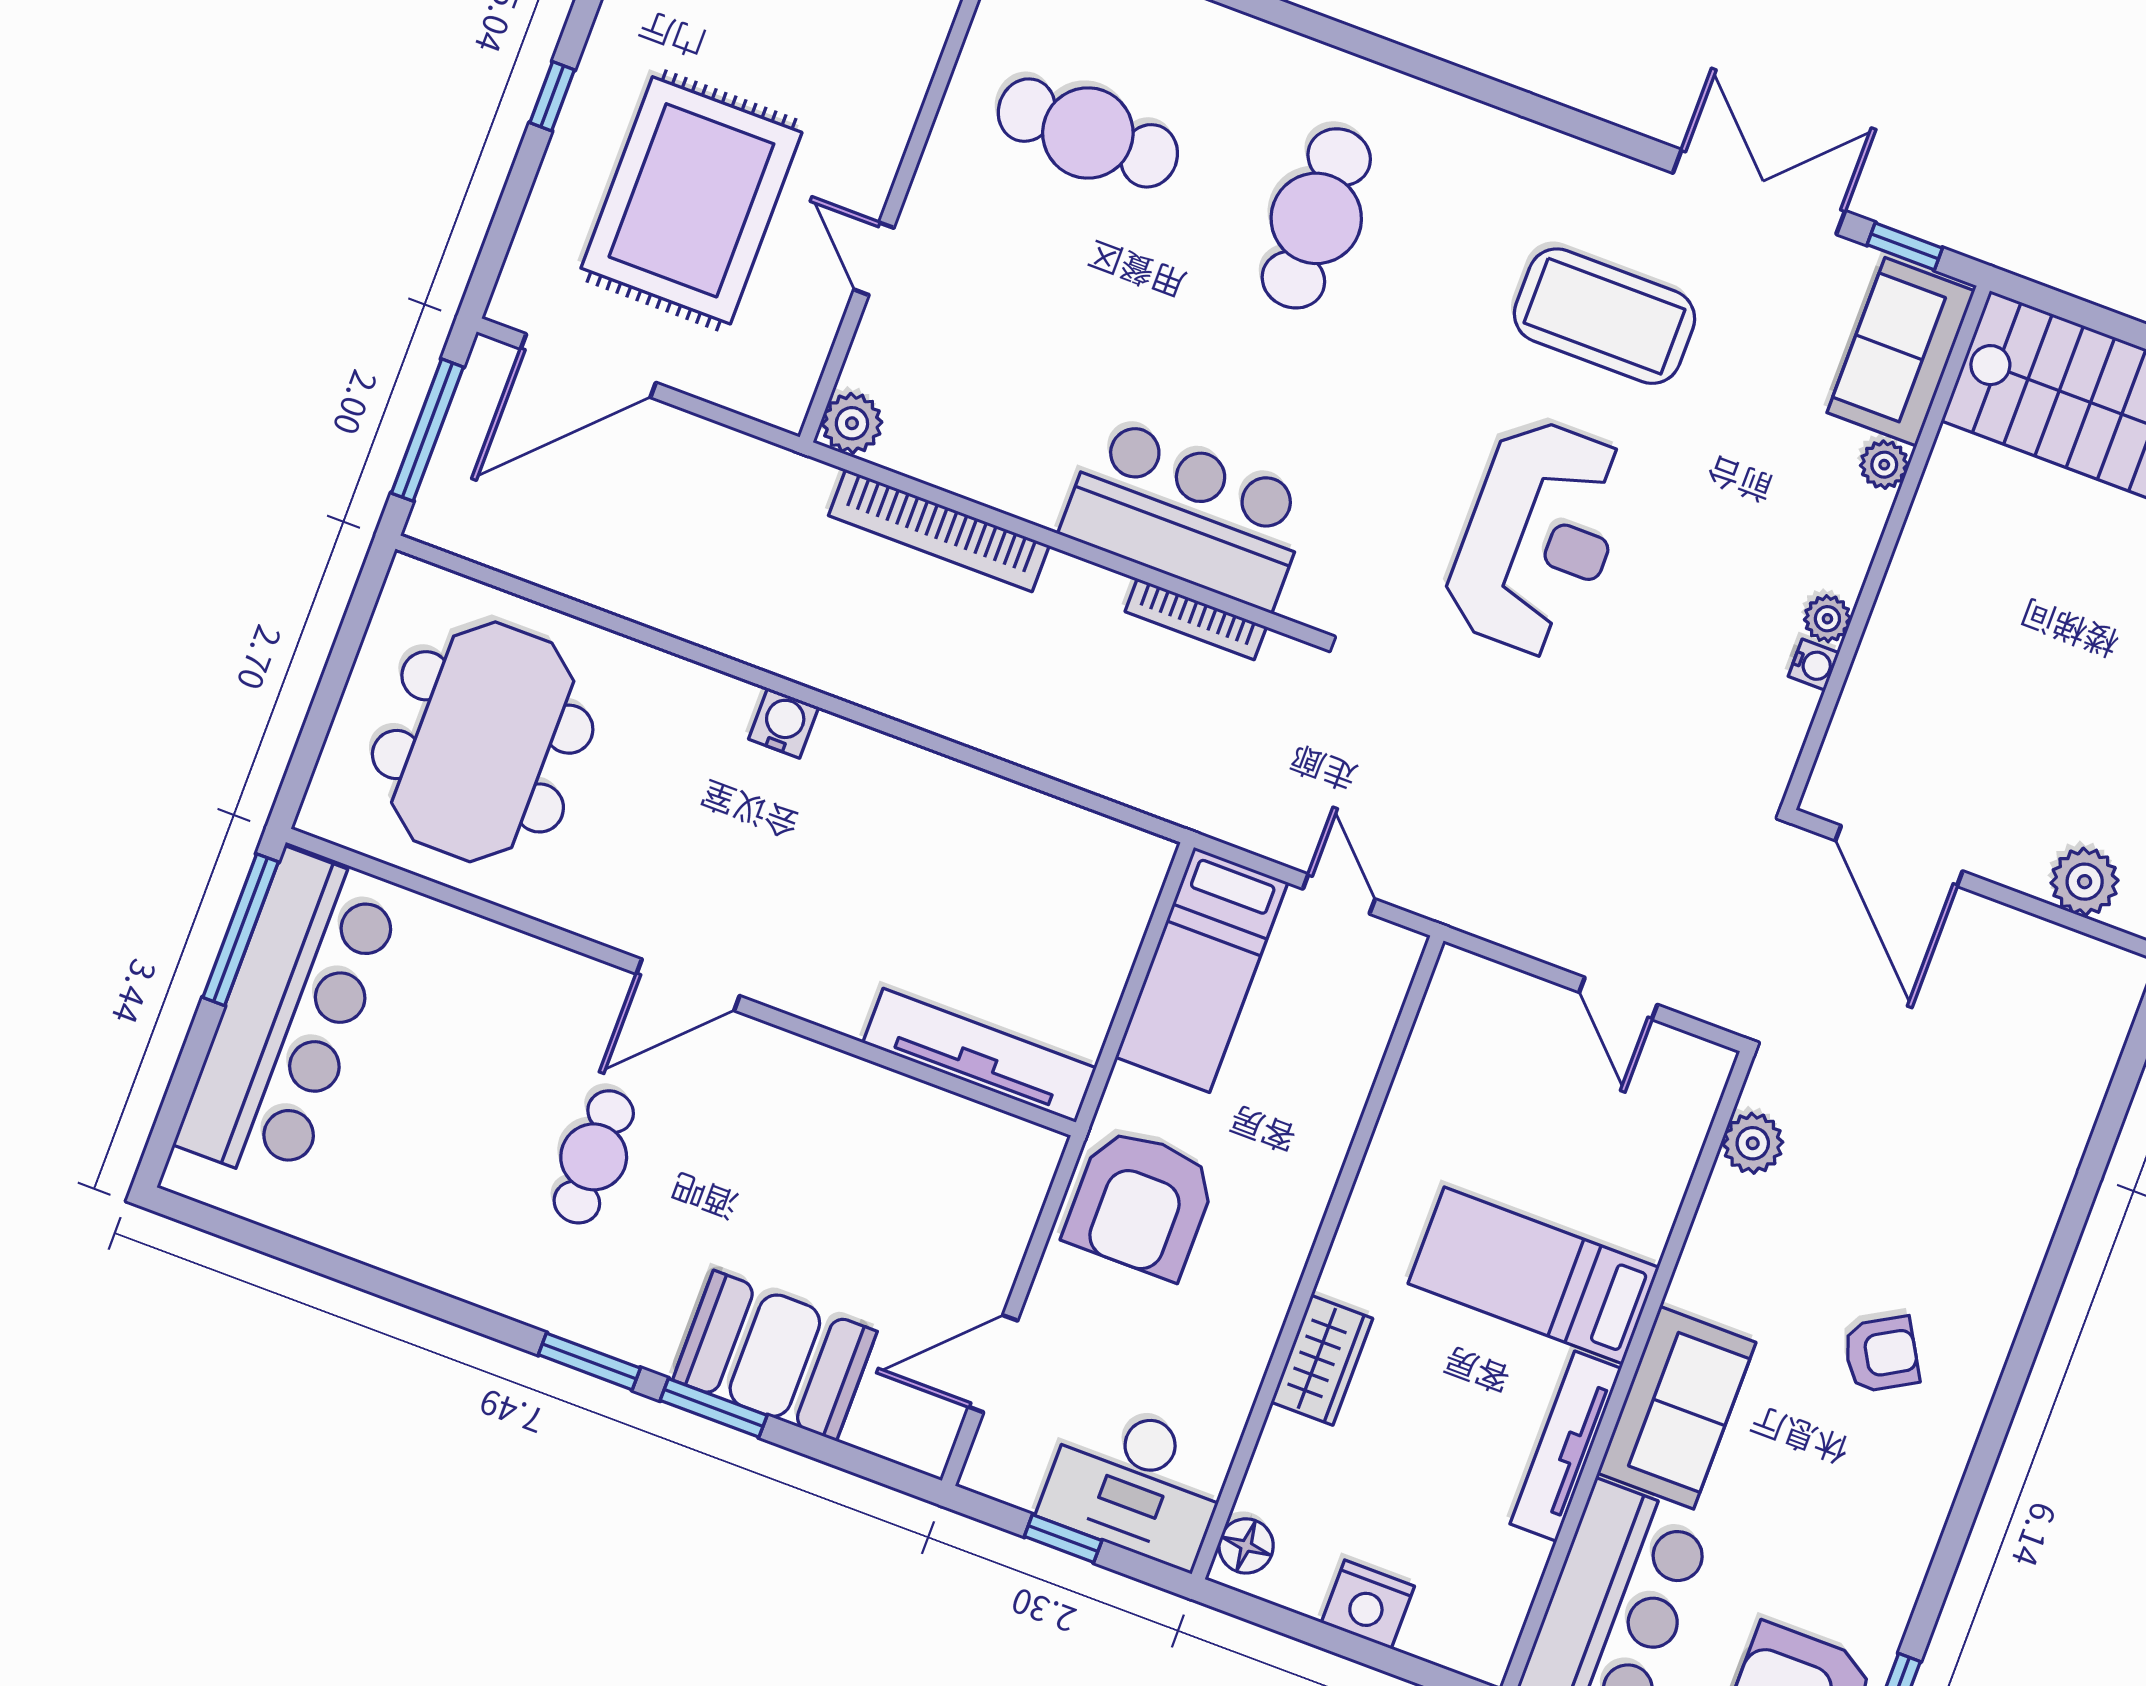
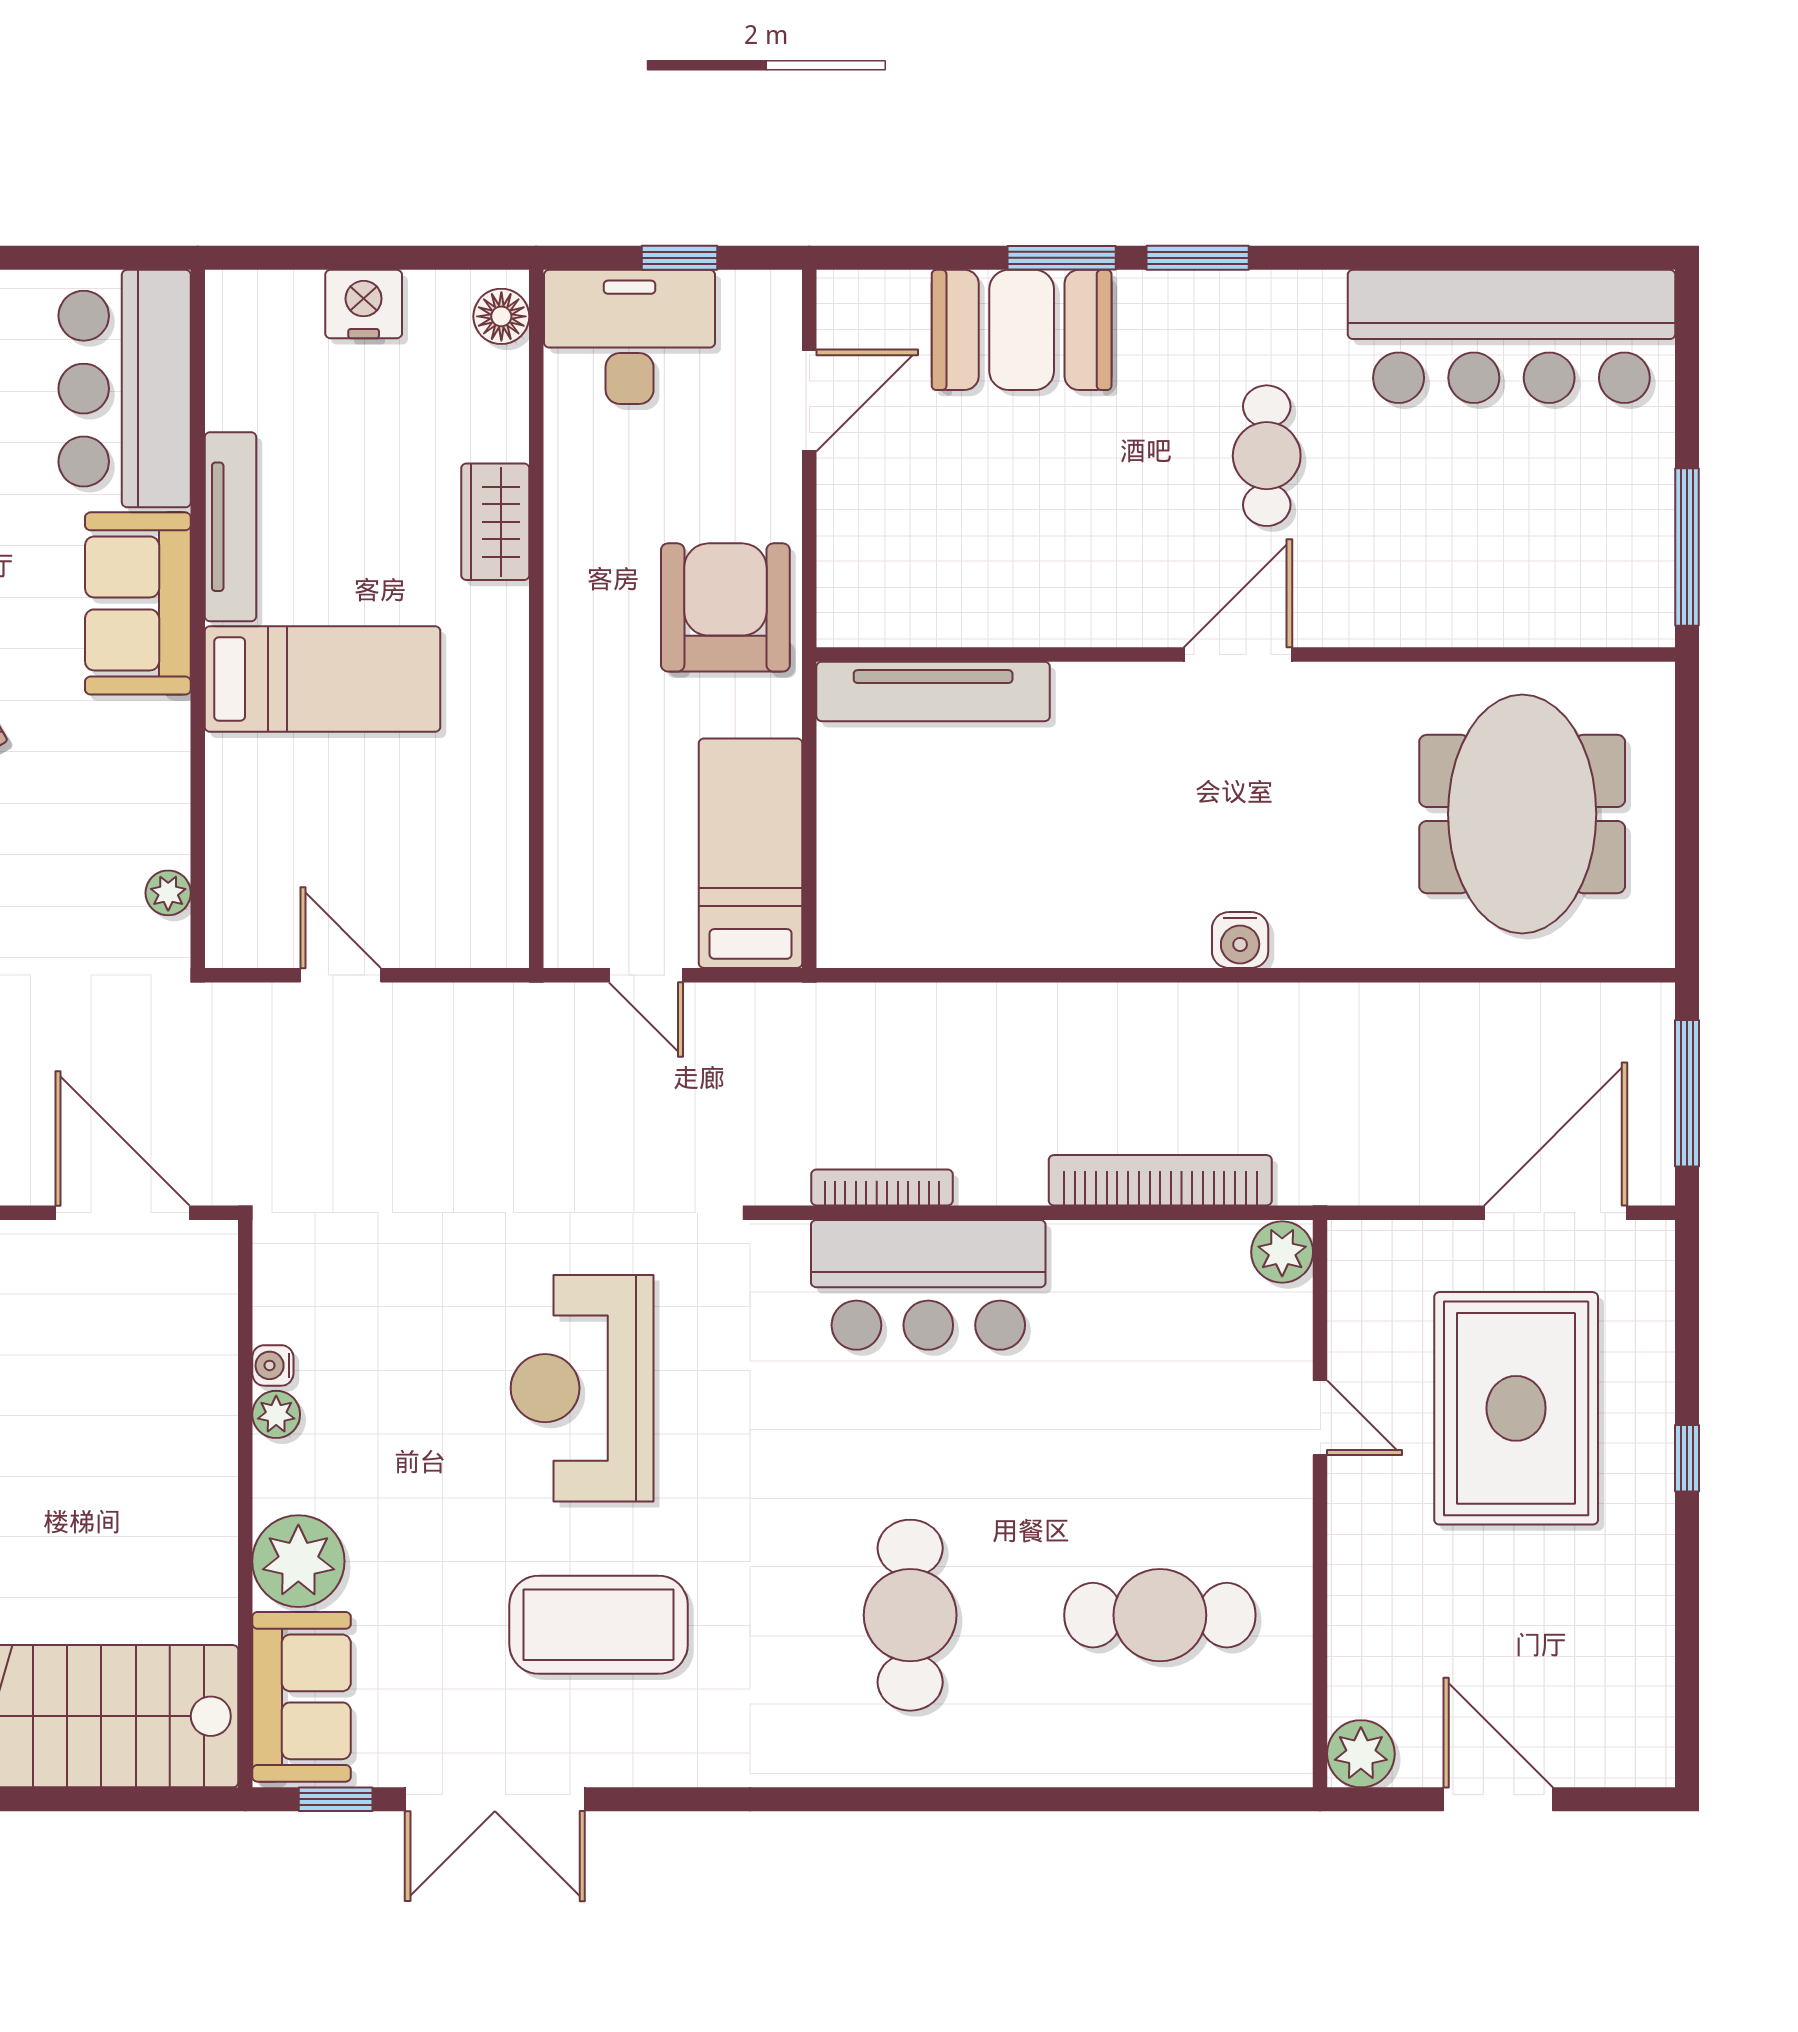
plant: (1884, 465) -> (298, 1561), width x1.87, depth x1.87
bar counter: (289, 1018) -> (1511, 336), moved, turned -90
plant: (1753, 1143) -> (168, 893), width x0.73, depth x0.73

